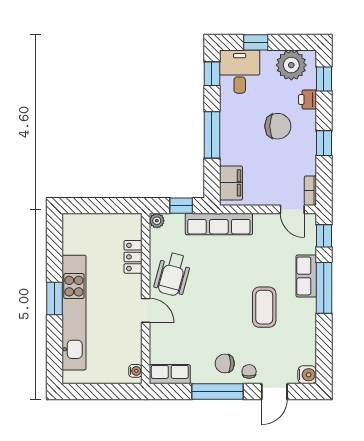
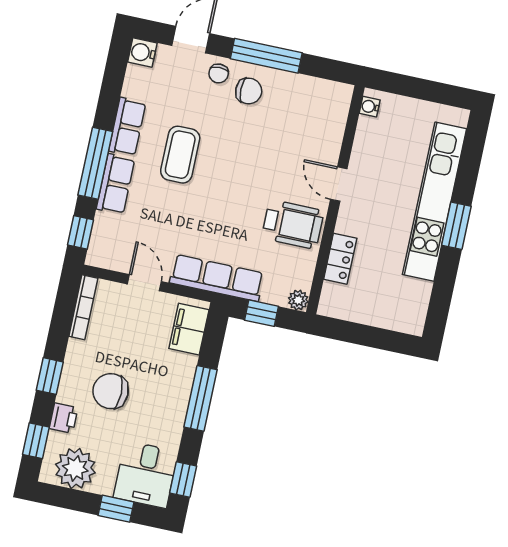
window: (324, 143) -> (50, 376), moved
bookcase: (310, 191) -> (83, 307), width x1.56
door: (292, 209) -> (144, 283), moved
wheelchair: (172, 274) -> (293, 224), turned 75
row of seats: (170, 374) -> (127, 127), moved, turned -90

